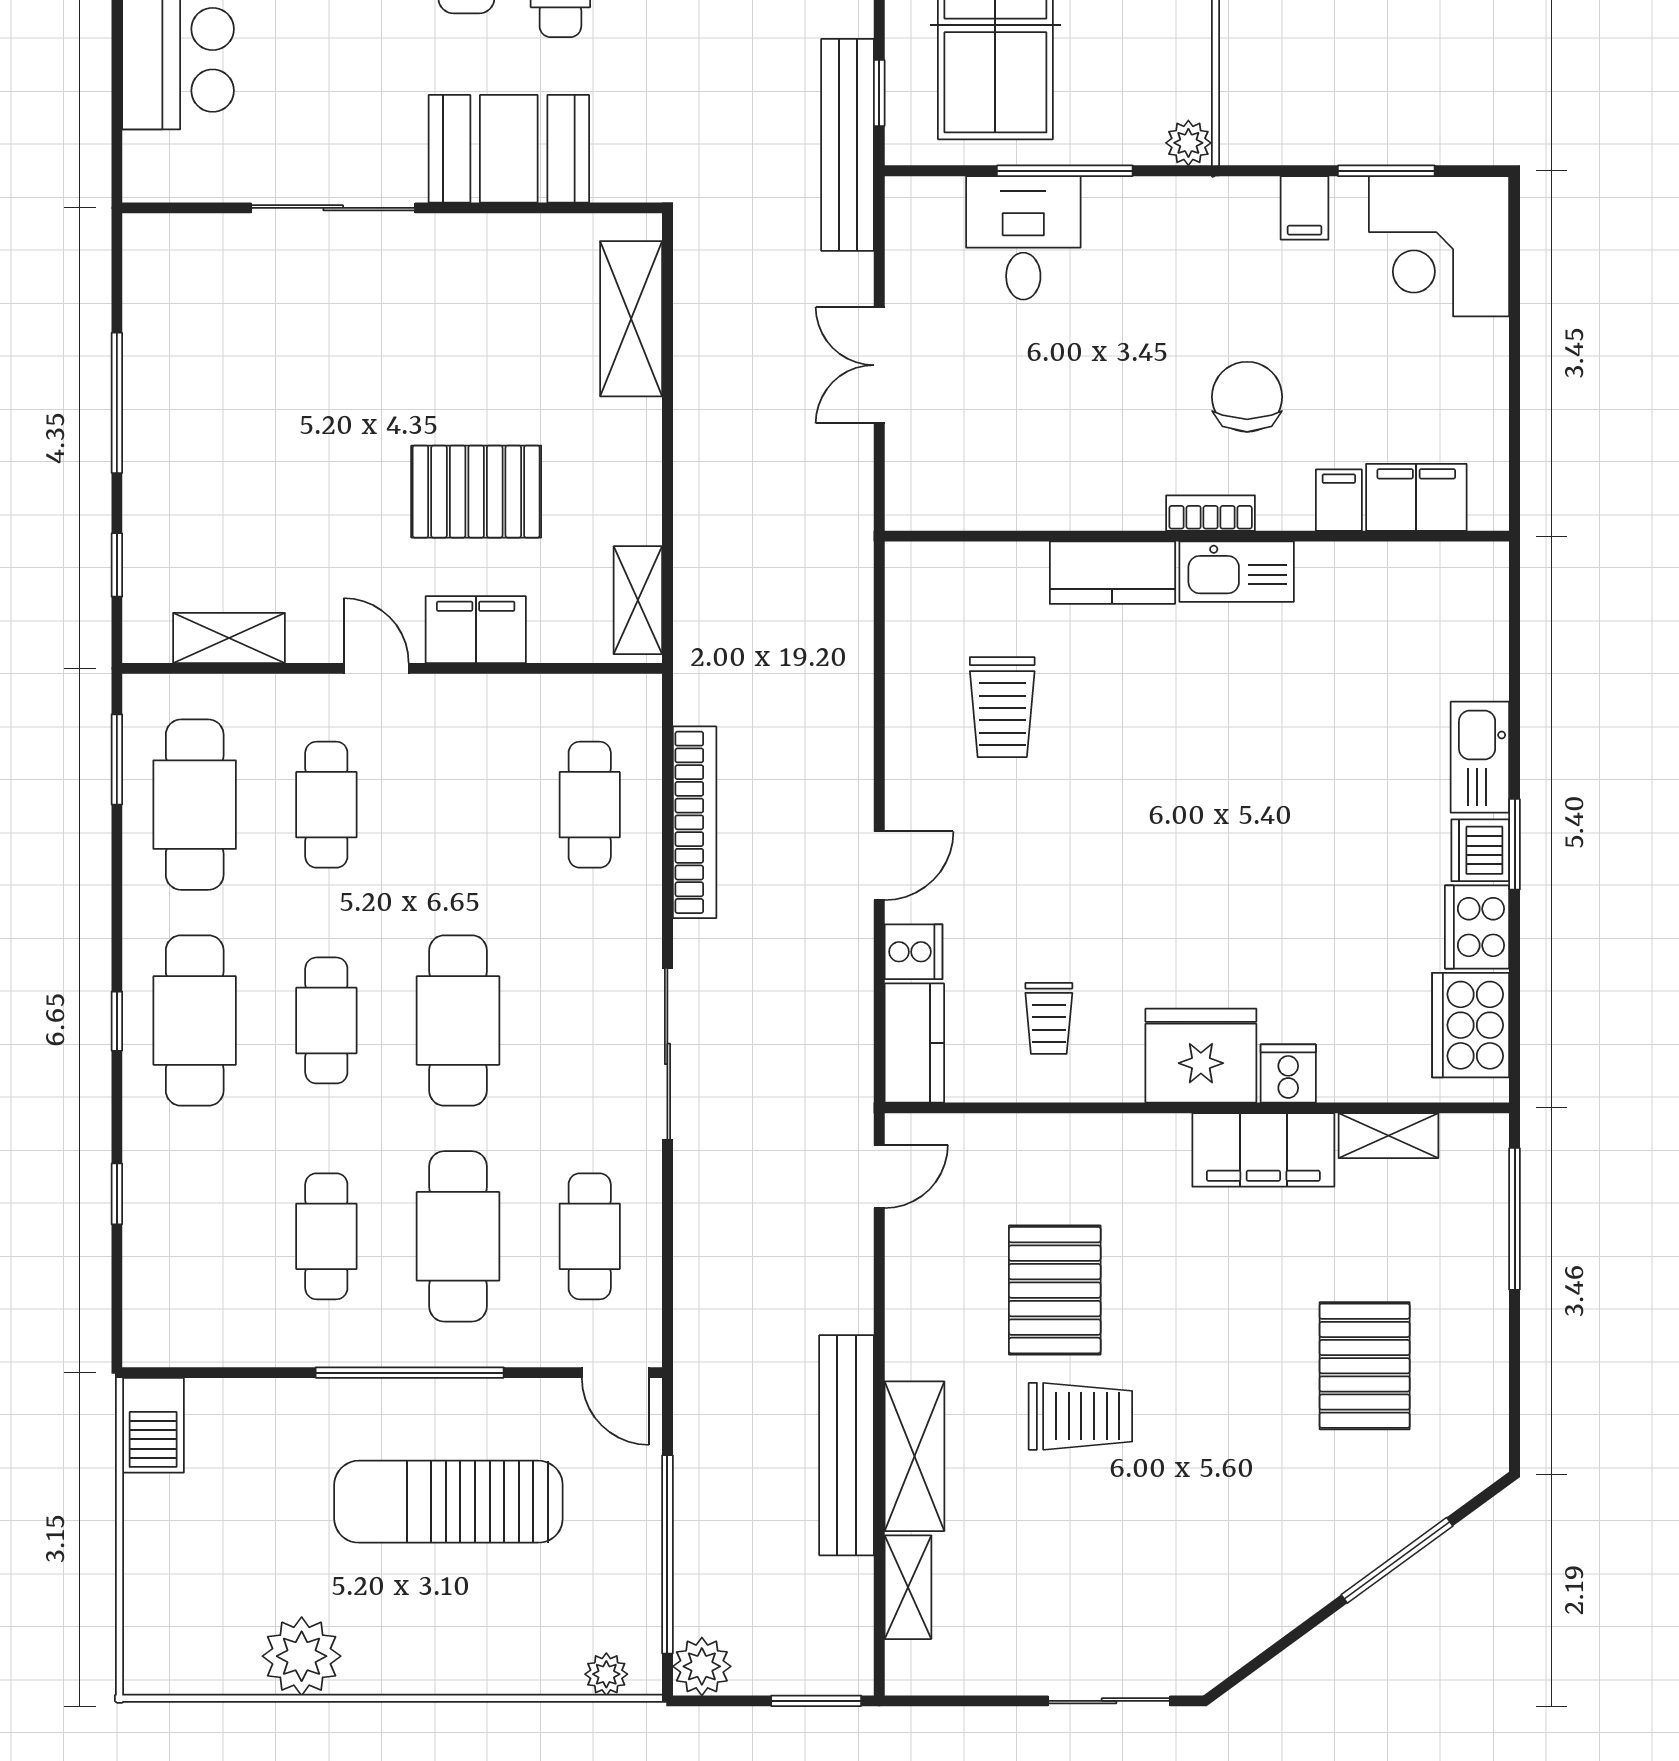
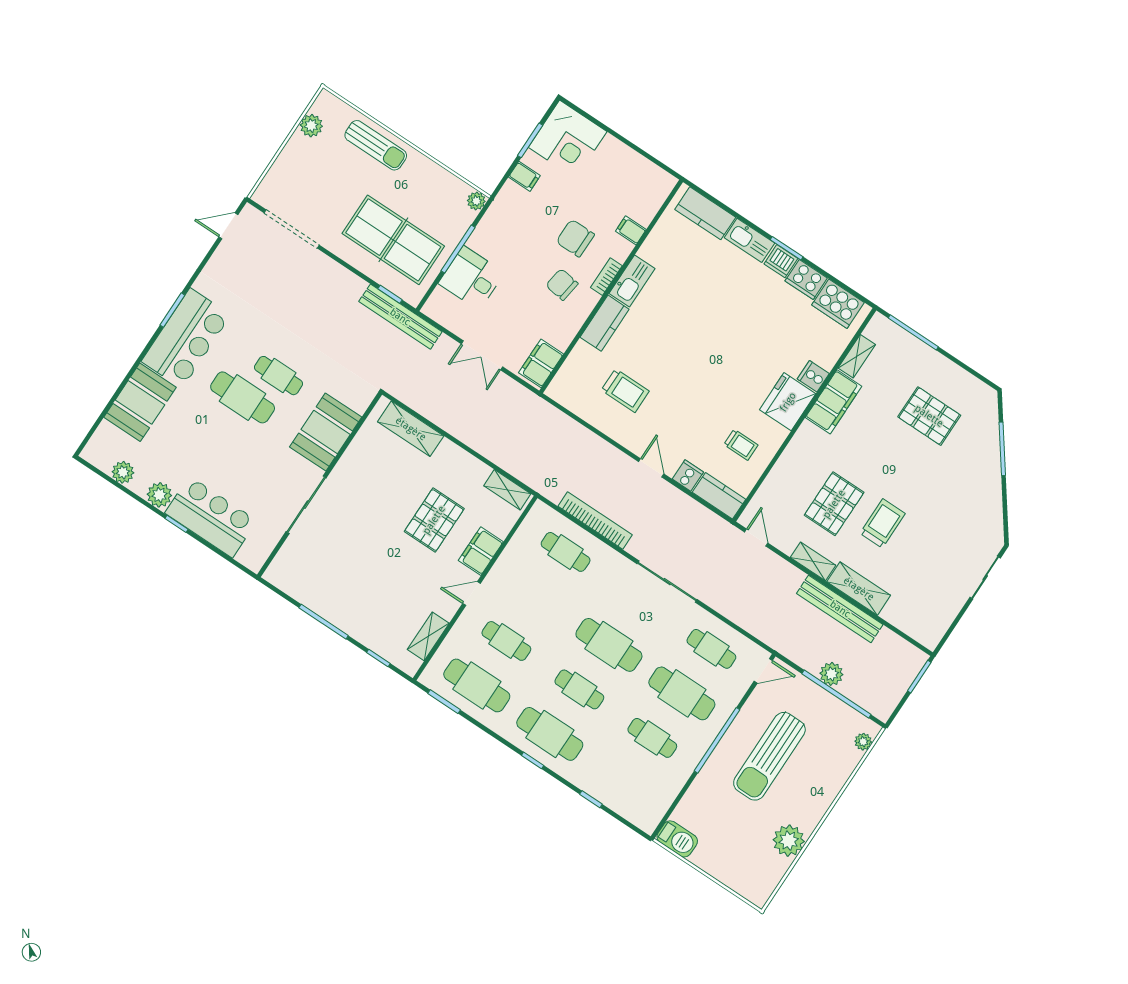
chair: (1134, 433) -> (562, 285), added
filing cabinet: (1416, 497) -> (541, 363), moved
kitchen counter: (1475, 630) -> (705, 213), added
pallet: (1055, 1290) -> (834, 504), turned 90
shelving: (908, 1587) -> (813, 561), moved
plant: (702, 1666) -> (831, 674), moved

